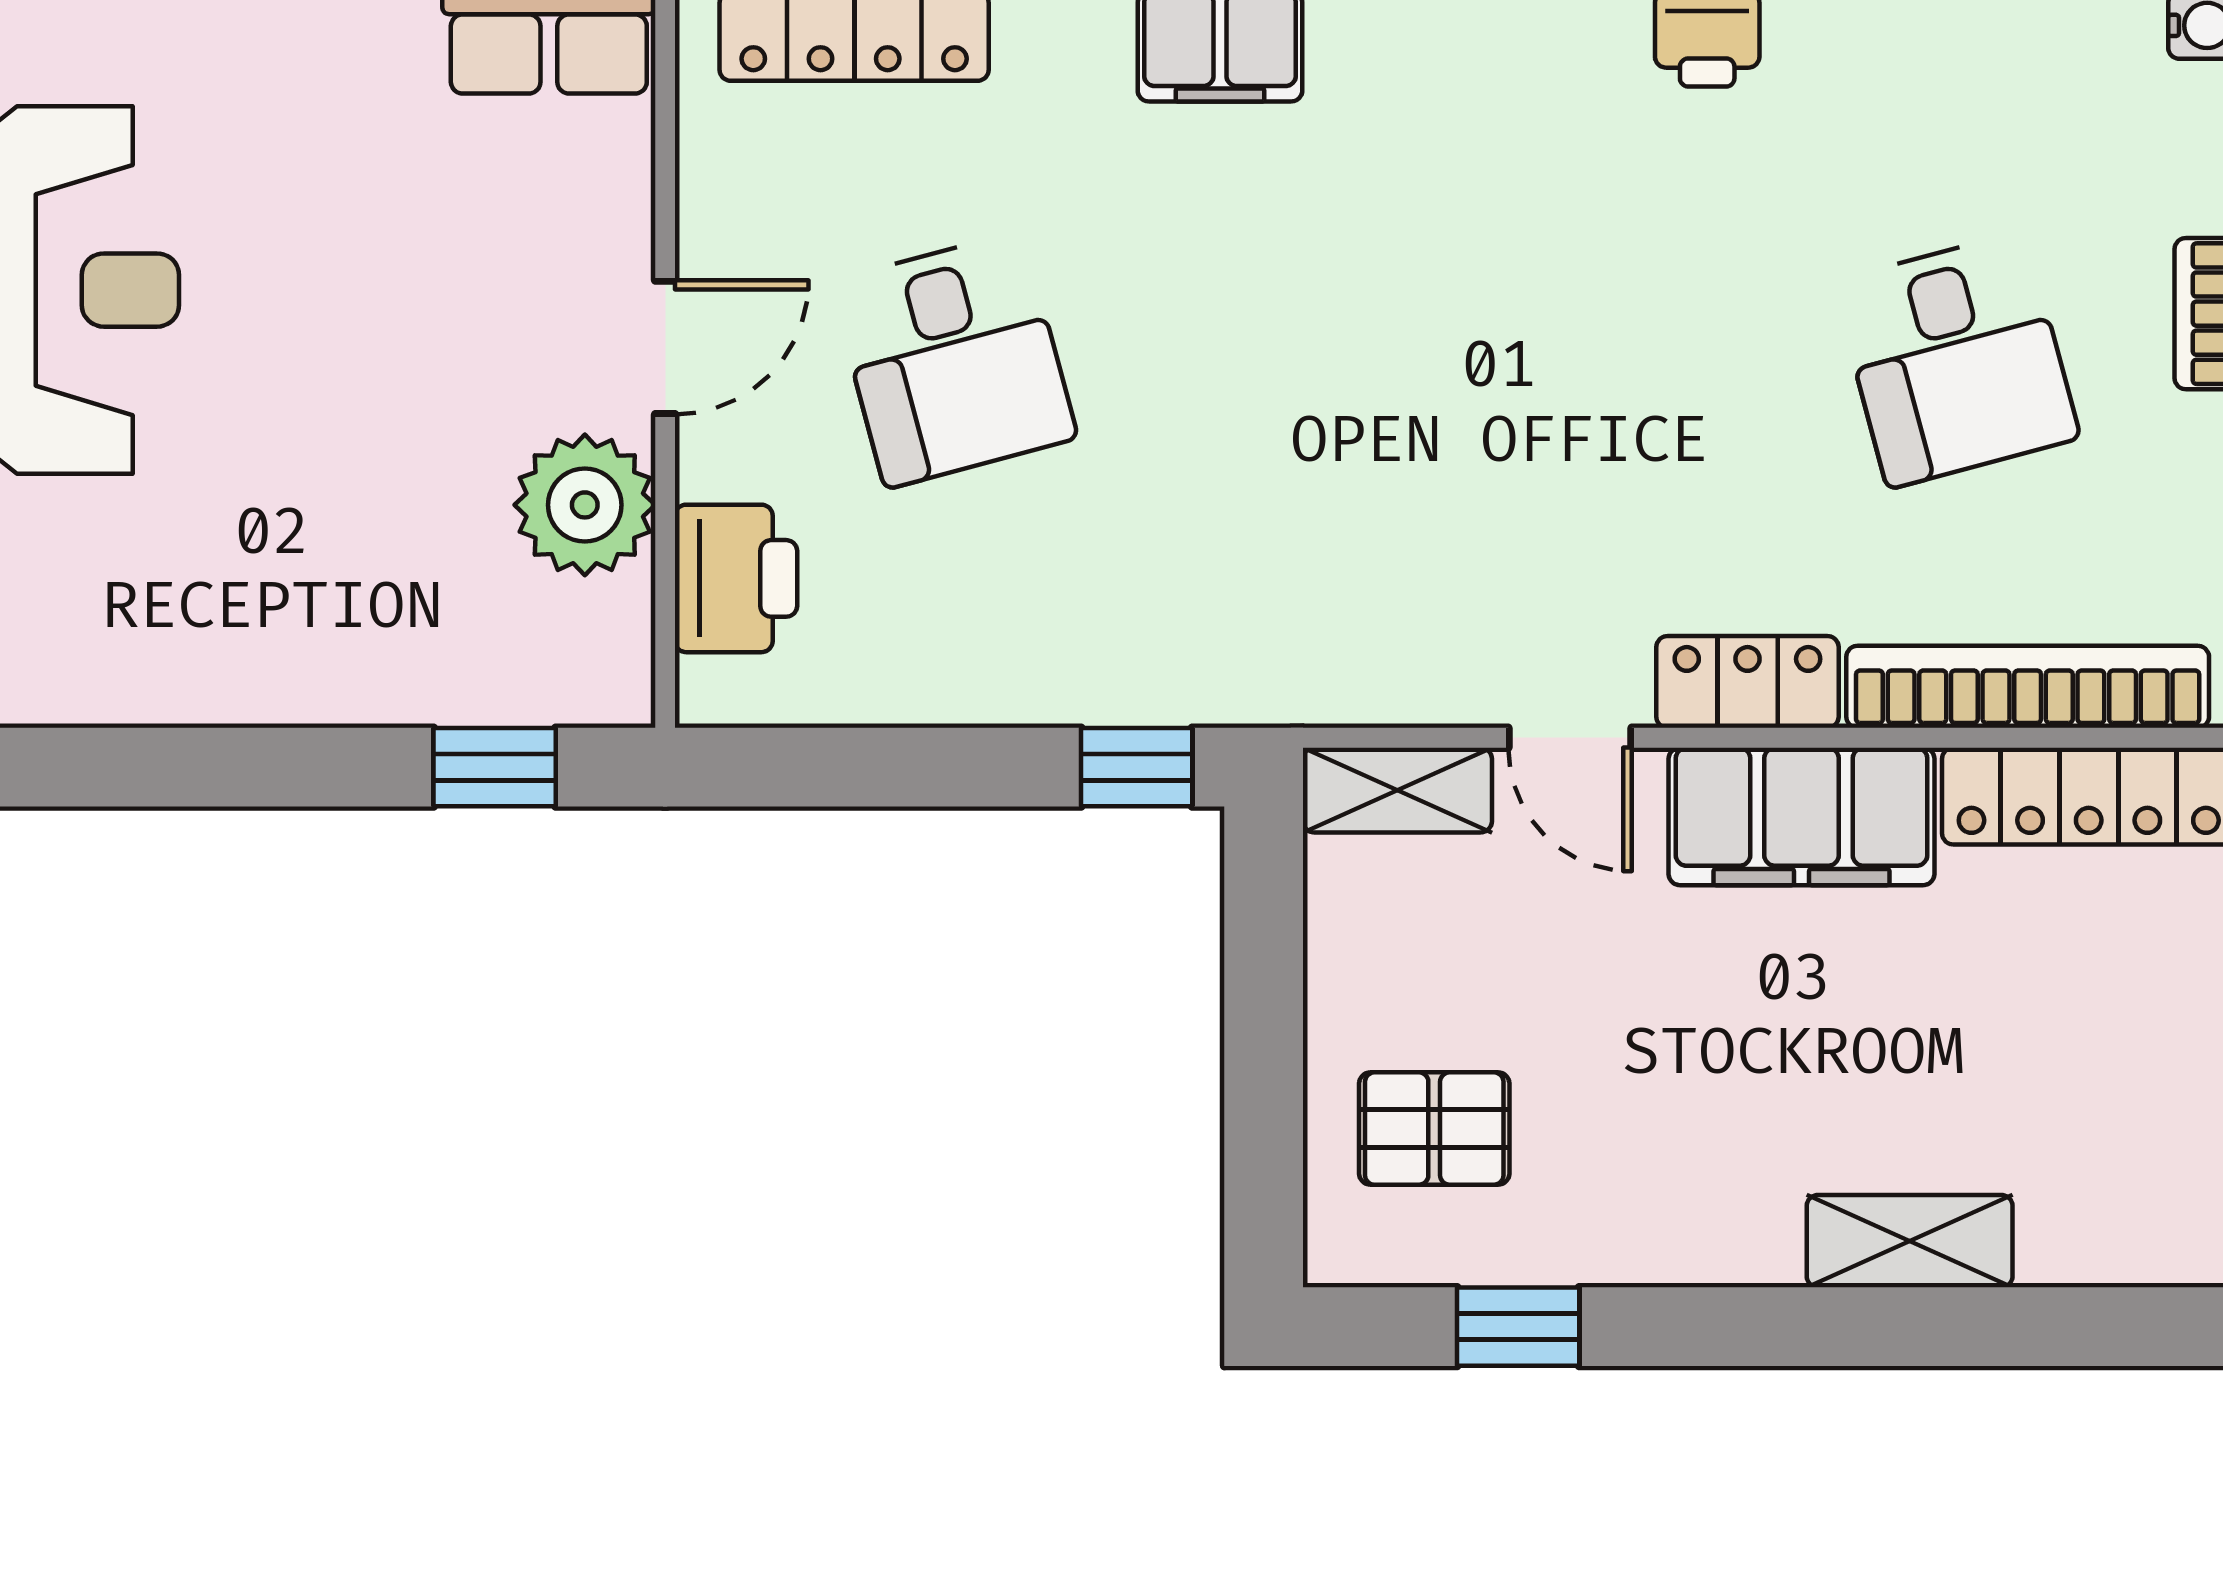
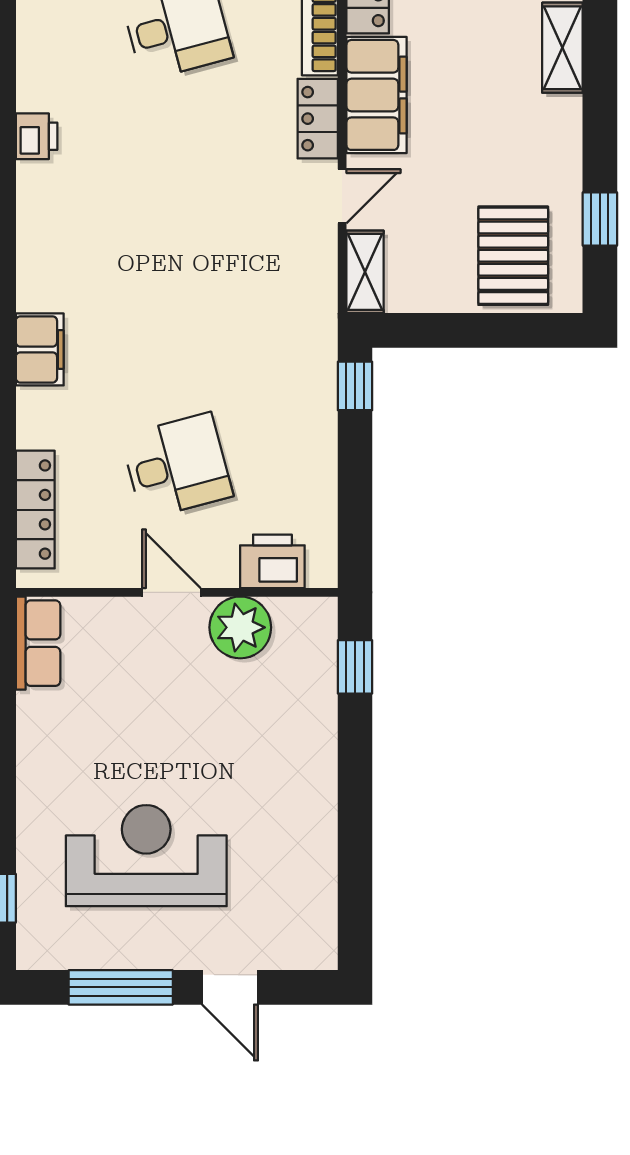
pallet: (1434, 1129) -> (513, 256), width x1.50, depth x1.42

